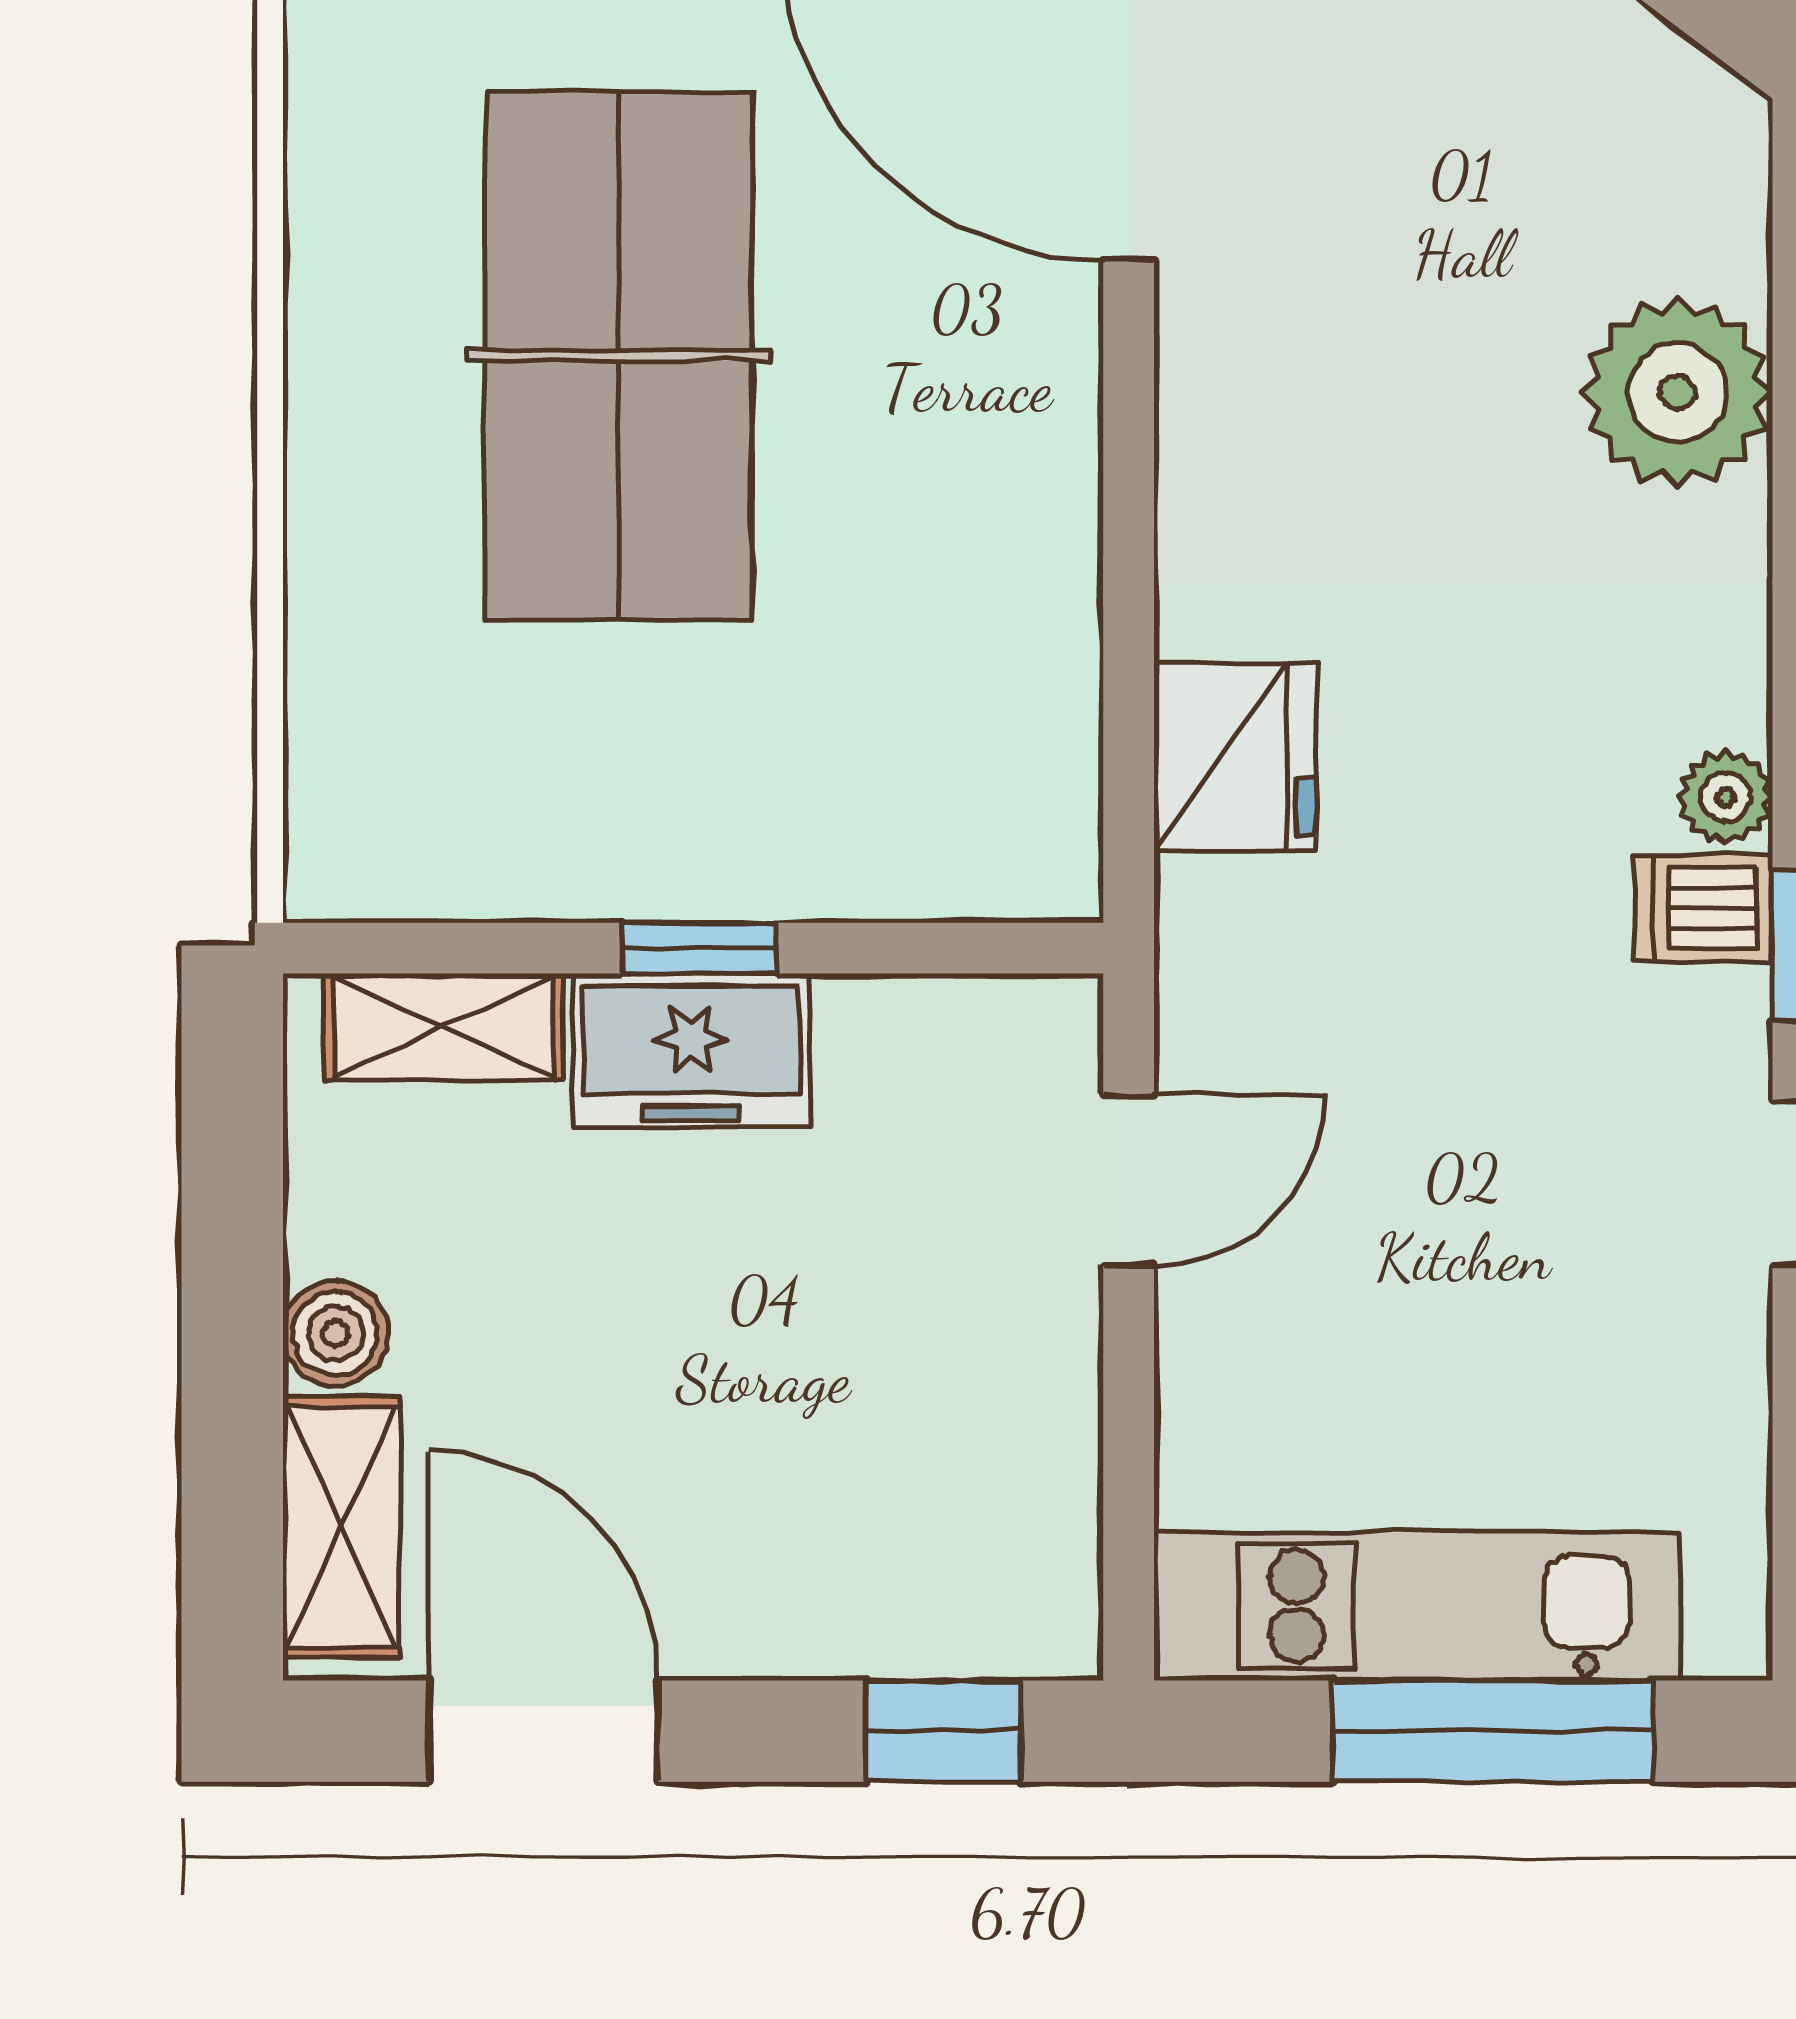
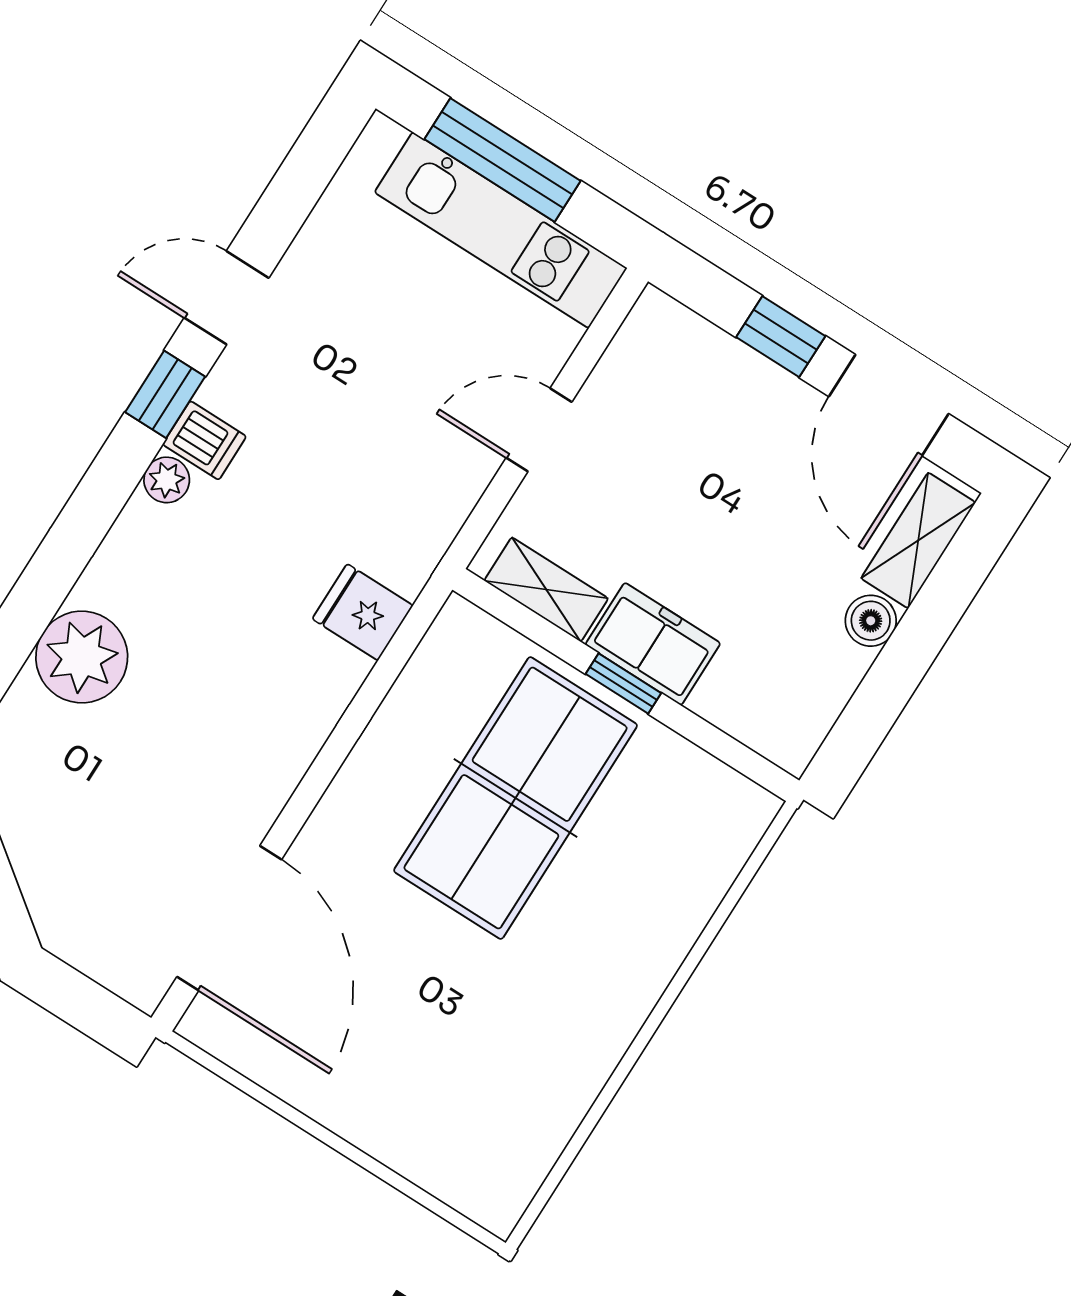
table tennis table: (618, 355) -> (516, 798), moved
fridge: (1235, 757) -> (363, 612), width x0.72
shelving: (444, 1027) -> (546, 590), moved
door: (1129, 1180) -> (539, 430), moved
window: (943, 1731) -> (781, 337), moved

